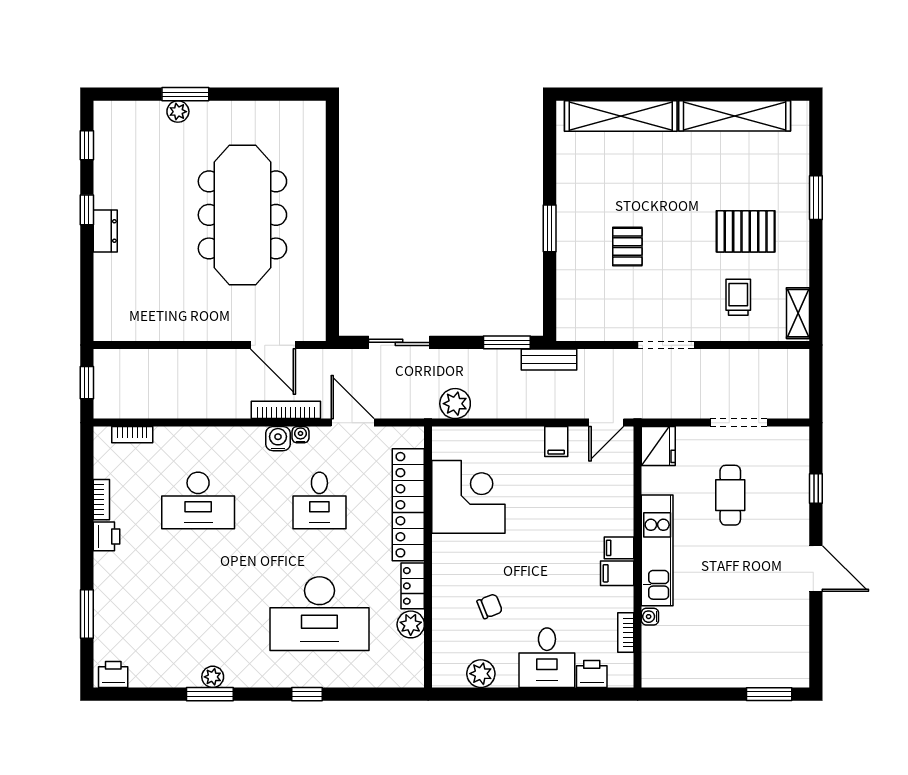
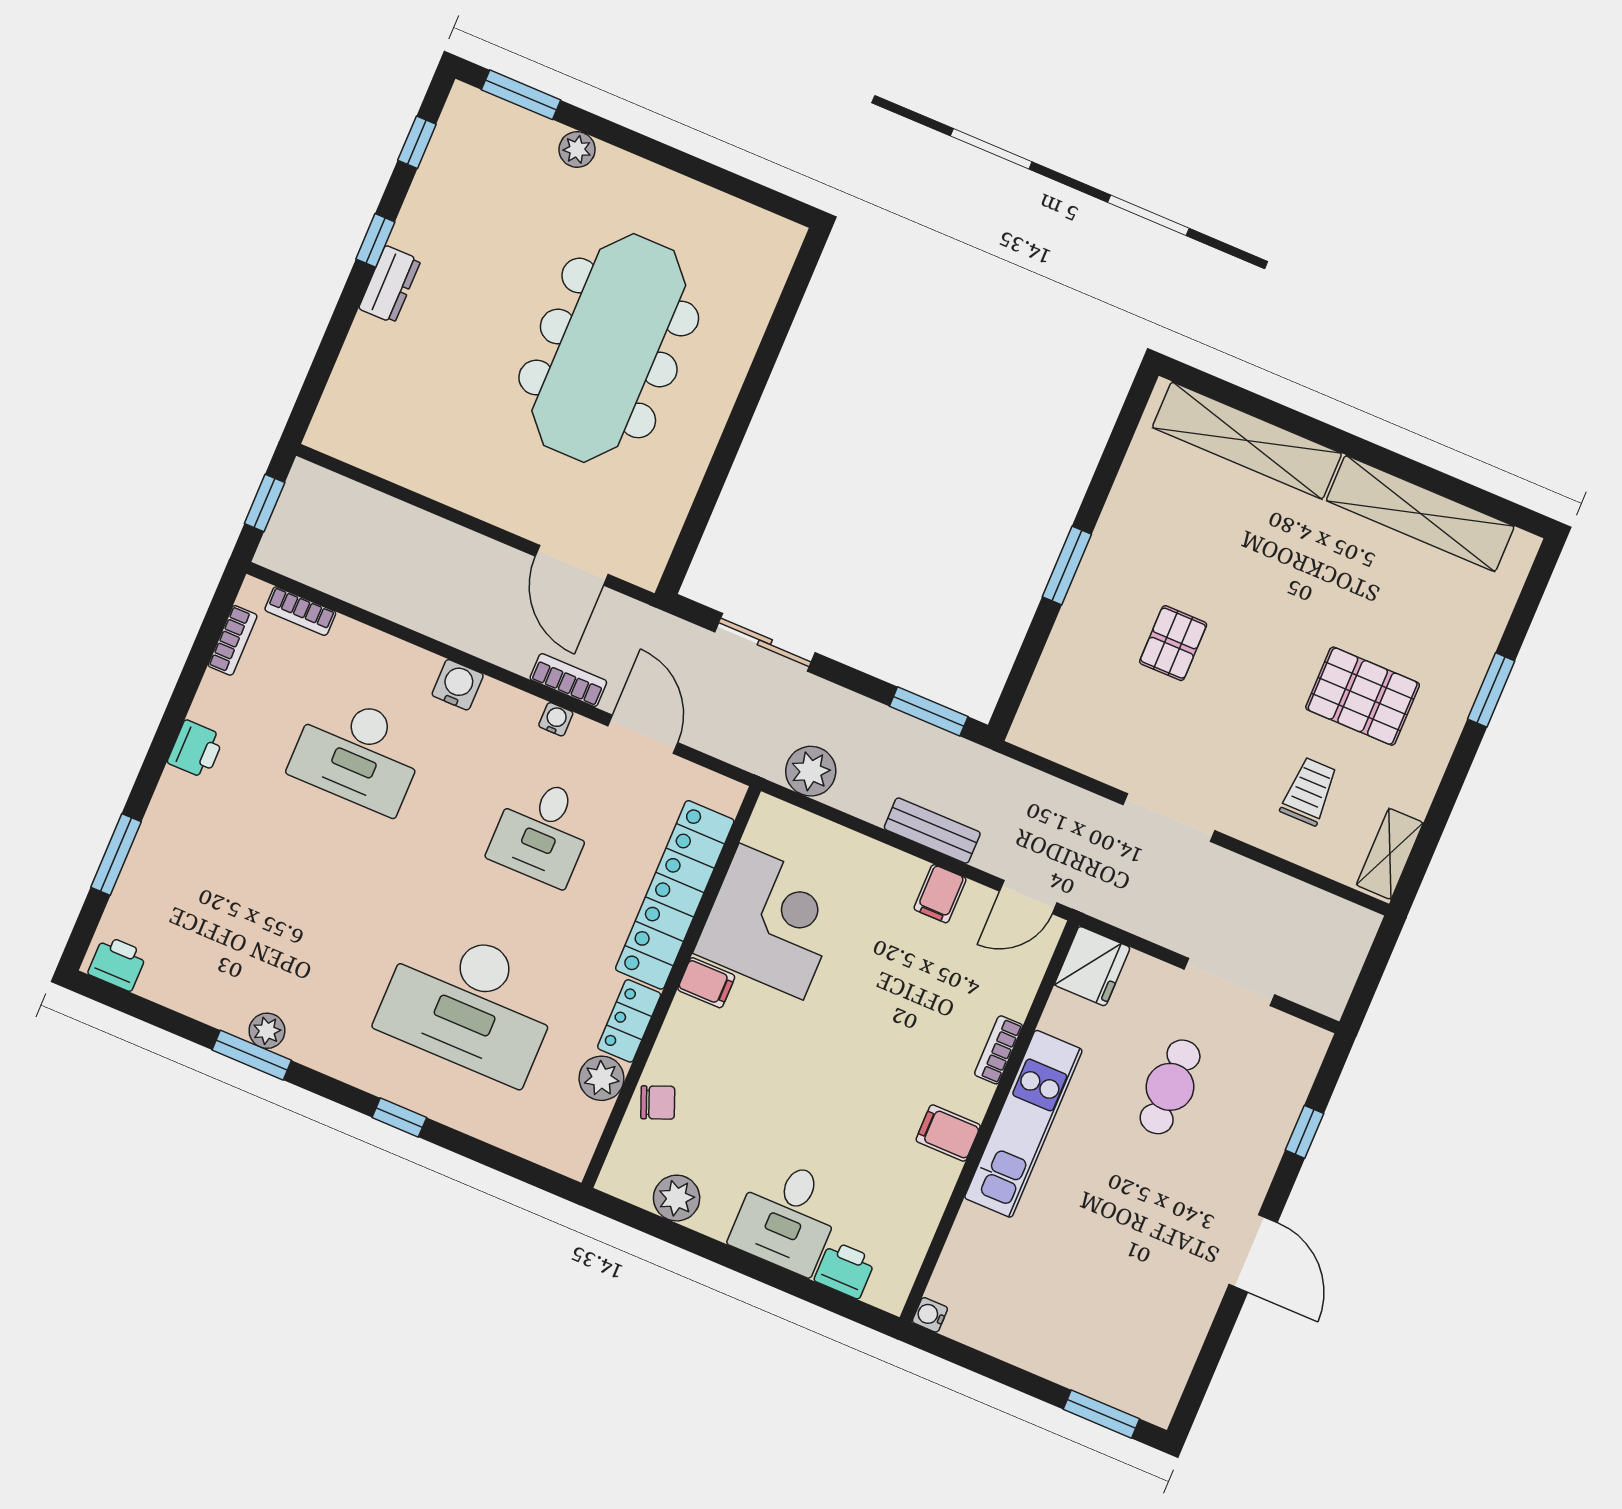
window: (185, 94) -> (521, 95), moved
bench: (549, 359) -> (932, 831), moved
bookcase: (286, 410) -> (568, 680), width x0.64
water cooler: (278, 439) -> (458, 685), moved
bookcase: (101, 500) -> (233, 640), moved
filing cabinet: (619, 548) -> (706, 983), moved, turned 180
chair: (490, 606) -> (658, 1102), moved
water cooler: (650, 617) -> (930, 1315), moved
bookcase: (626, 633) -> (999, 1050), moved

